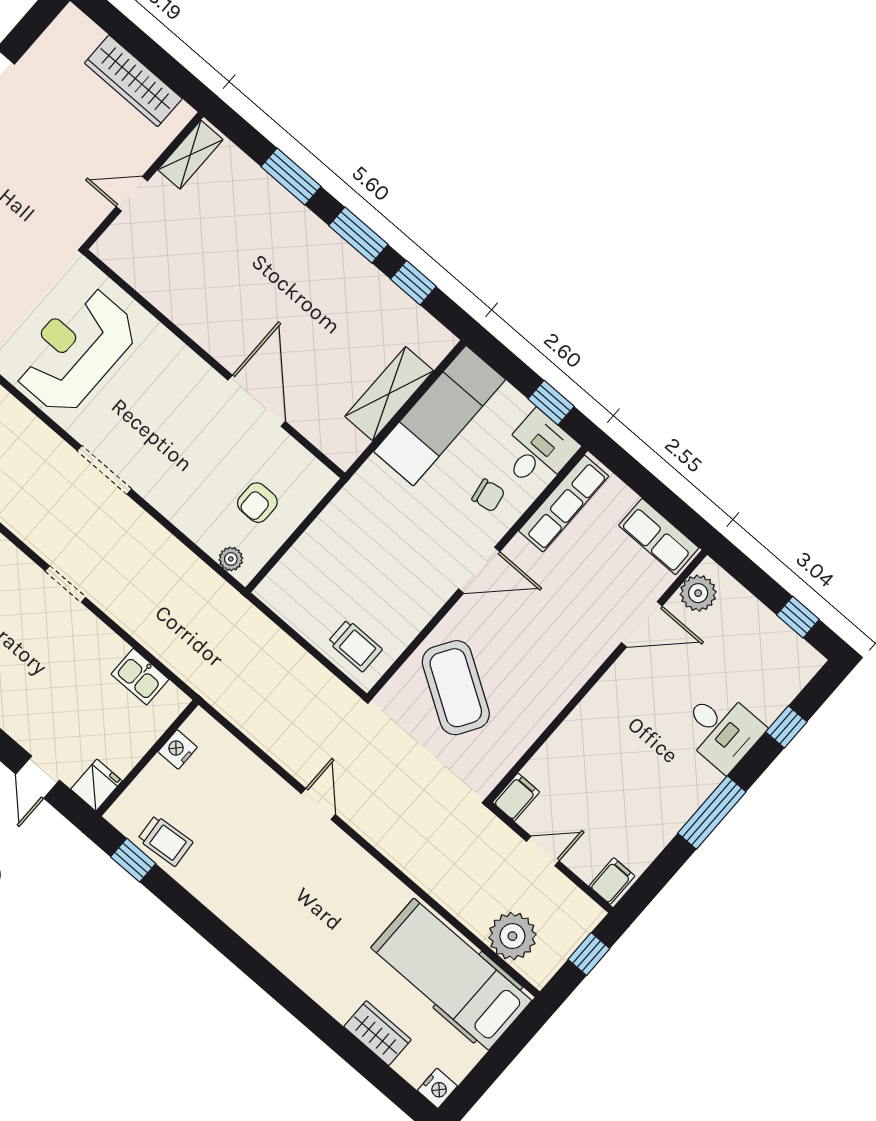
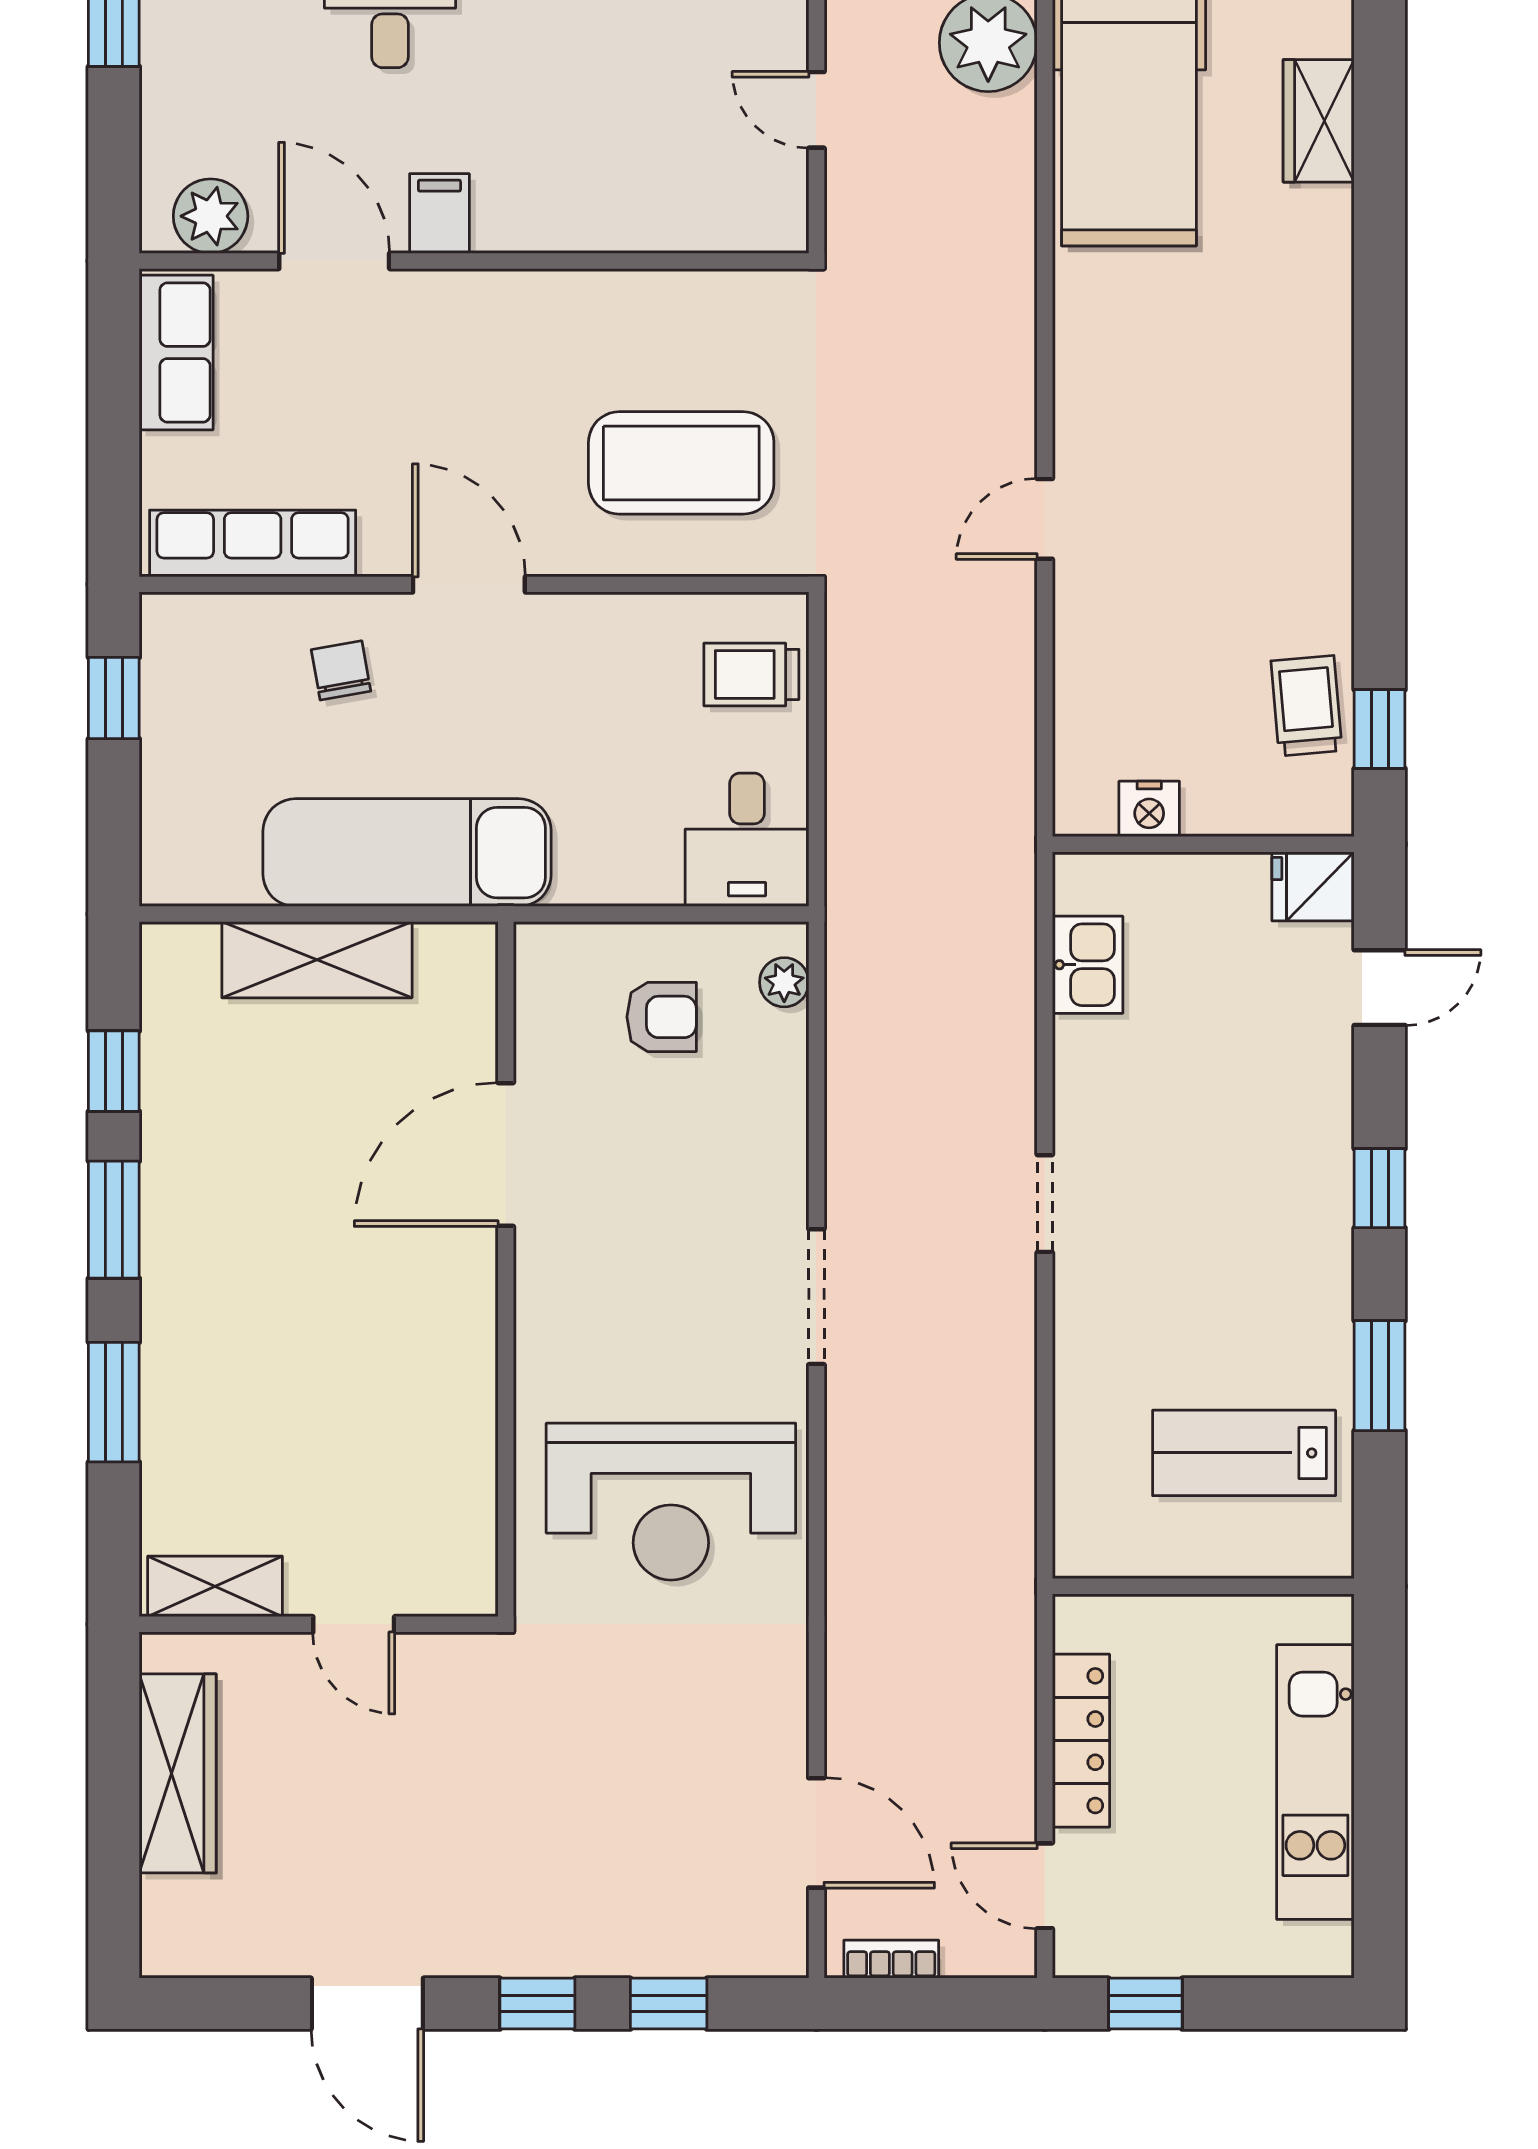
exam couch: (440, 416) -> (407, 853), moved
desk: (538, 451) -> (747, 840), moved, turned -90
trolley: (355, 646) -> (751, 674), turned -90
coffee table: (456, 688) -> (681, 463), turned 58
filing cabinet: (516, 797) -> (439, 213), moved, turned 90

